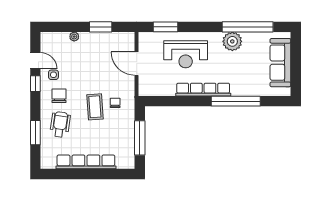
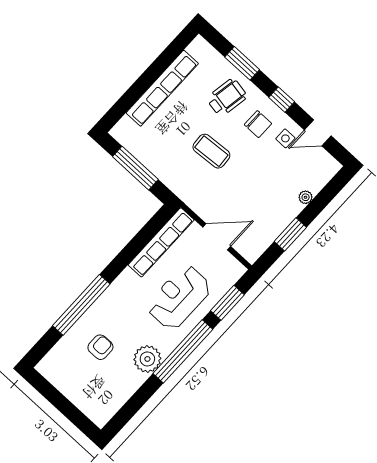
window: (248, 27) -> (183, 351), moved
sofa: (280, 63) -> (78, 389), removed
armchair: (248, 71) -> (100, 347), added
window: (35, 84) -> (282, 100), moved
row of seats: (203, 90) -> (161, 242), moved
chair: (115, 103) -> (196, 176), removed
wheelchair: (60, 124) -> (227, 97), turned -88

